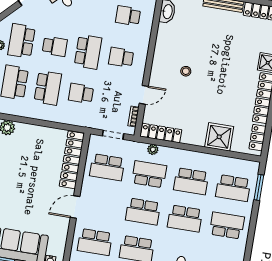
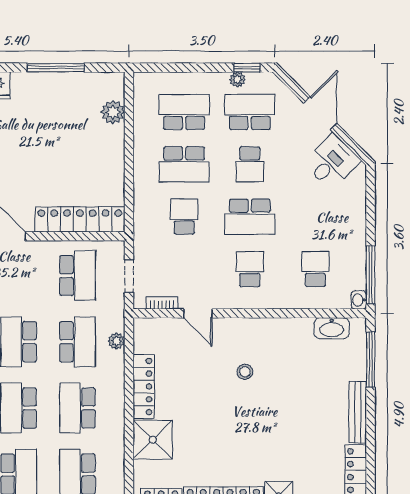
locker: (161, 133) -> (144, 386), moved
school desk: (107, 167) -> (77, 276), turned 180

